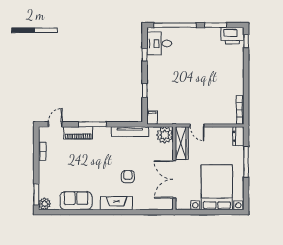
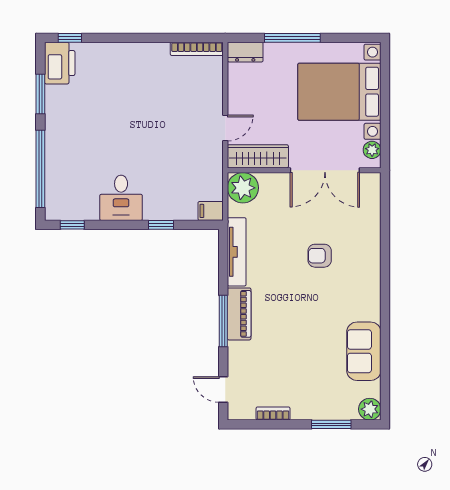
desk: (159, 43) -> (121, 198), moved
window: (145, 55) -> (72, 225), moved
piano: (78, 133) -> (239, 314), moved
window: (36, 194) -> (331, 424), moved
fireplace: (117, 203) -> (369, 276), removed
plant: (185, 205) -> (372, 150), added

